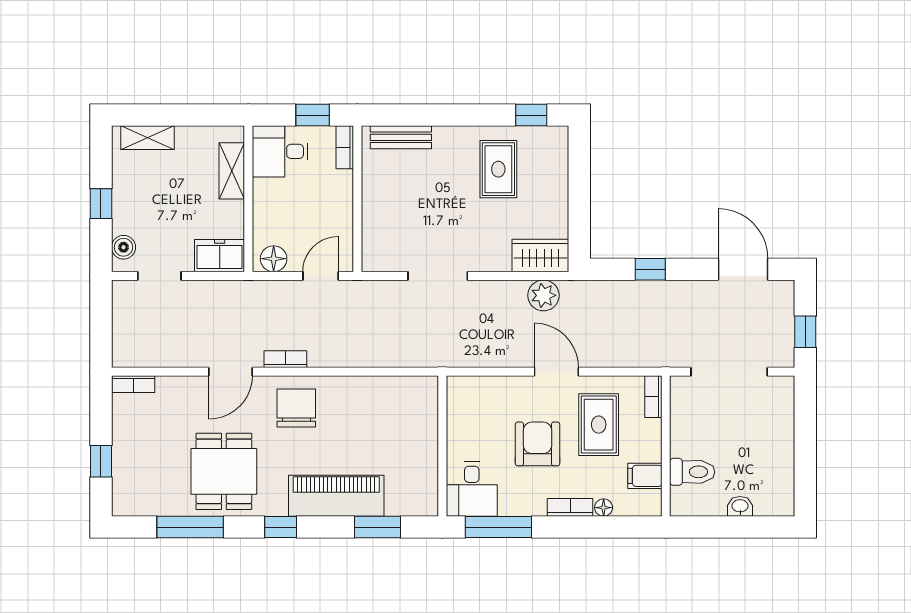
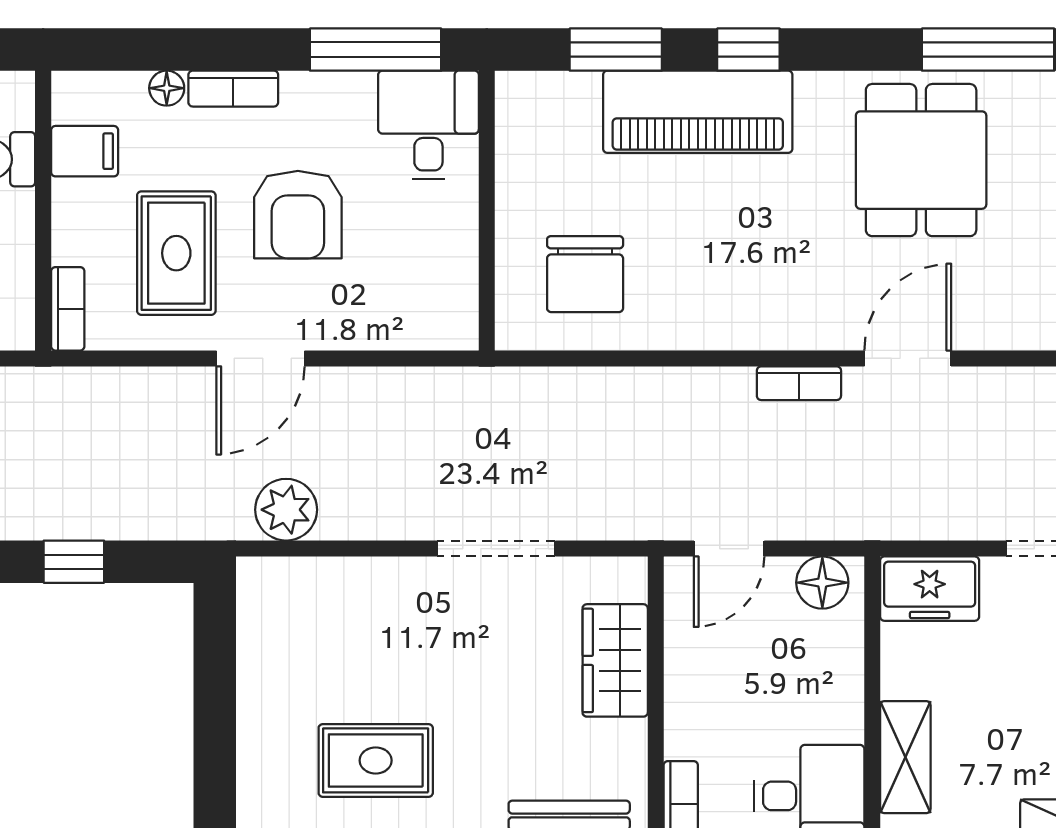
rug: (498, 169) -> (376, 760), turned 90
wardrobe: (540, 255) -> (615, 660), moved, turned 90
door: (556, 372) -> (260, 358), hinge flipped
chair: (296, 408) -> (585, 274), moved
window: (281, 527) -> (748, 50), moved

